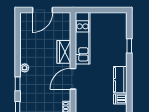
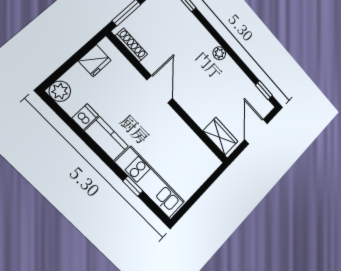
kitchen unit: (83, 38) -> (150, 182), moved, turned 180
wardrobe: (64, 52) -> (220, 136), moved
window: (18, 84) -> (264, 90), moved

